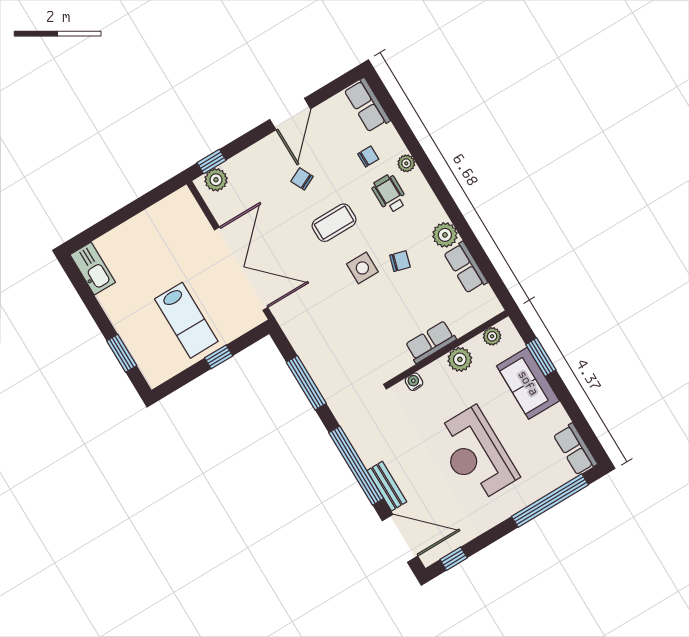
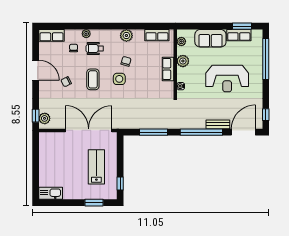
row of seats: (466, 267) -> (157, 35), moved
lab bench: (186, 320) -> (96, 167), turned -90
window: (219, 357) -> (120, 184), moved
window: (541, 357) -> (242, 26), moved
row of seats: (575, 449) -> (239, 35), moved

